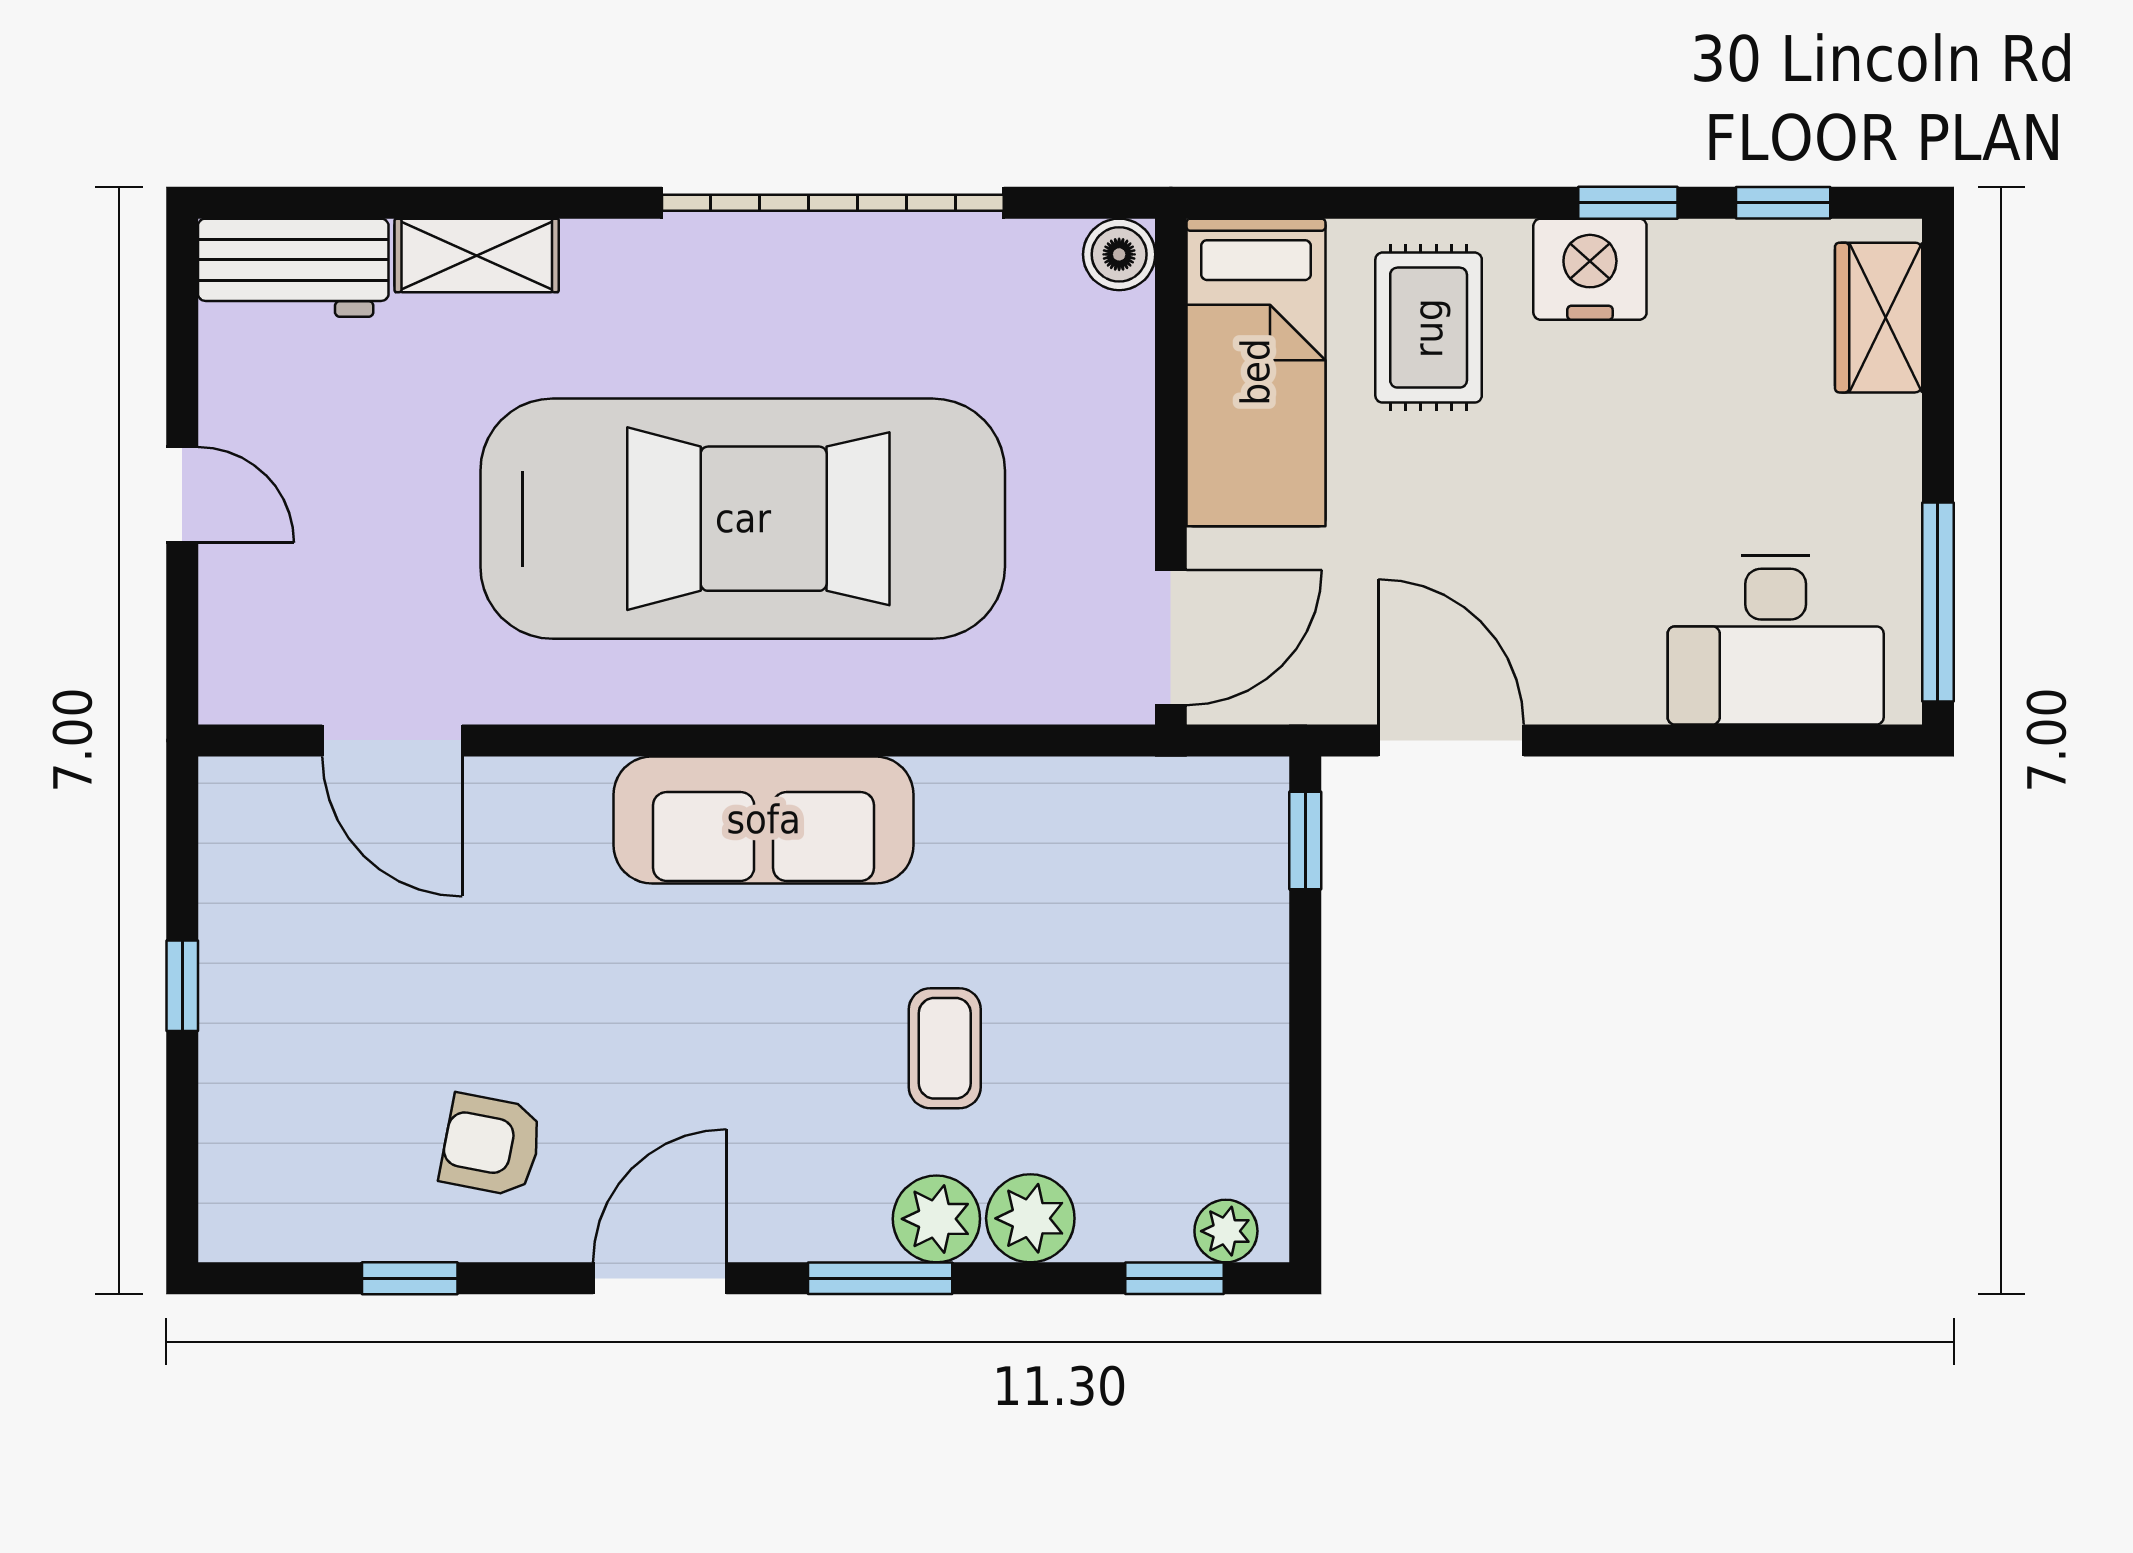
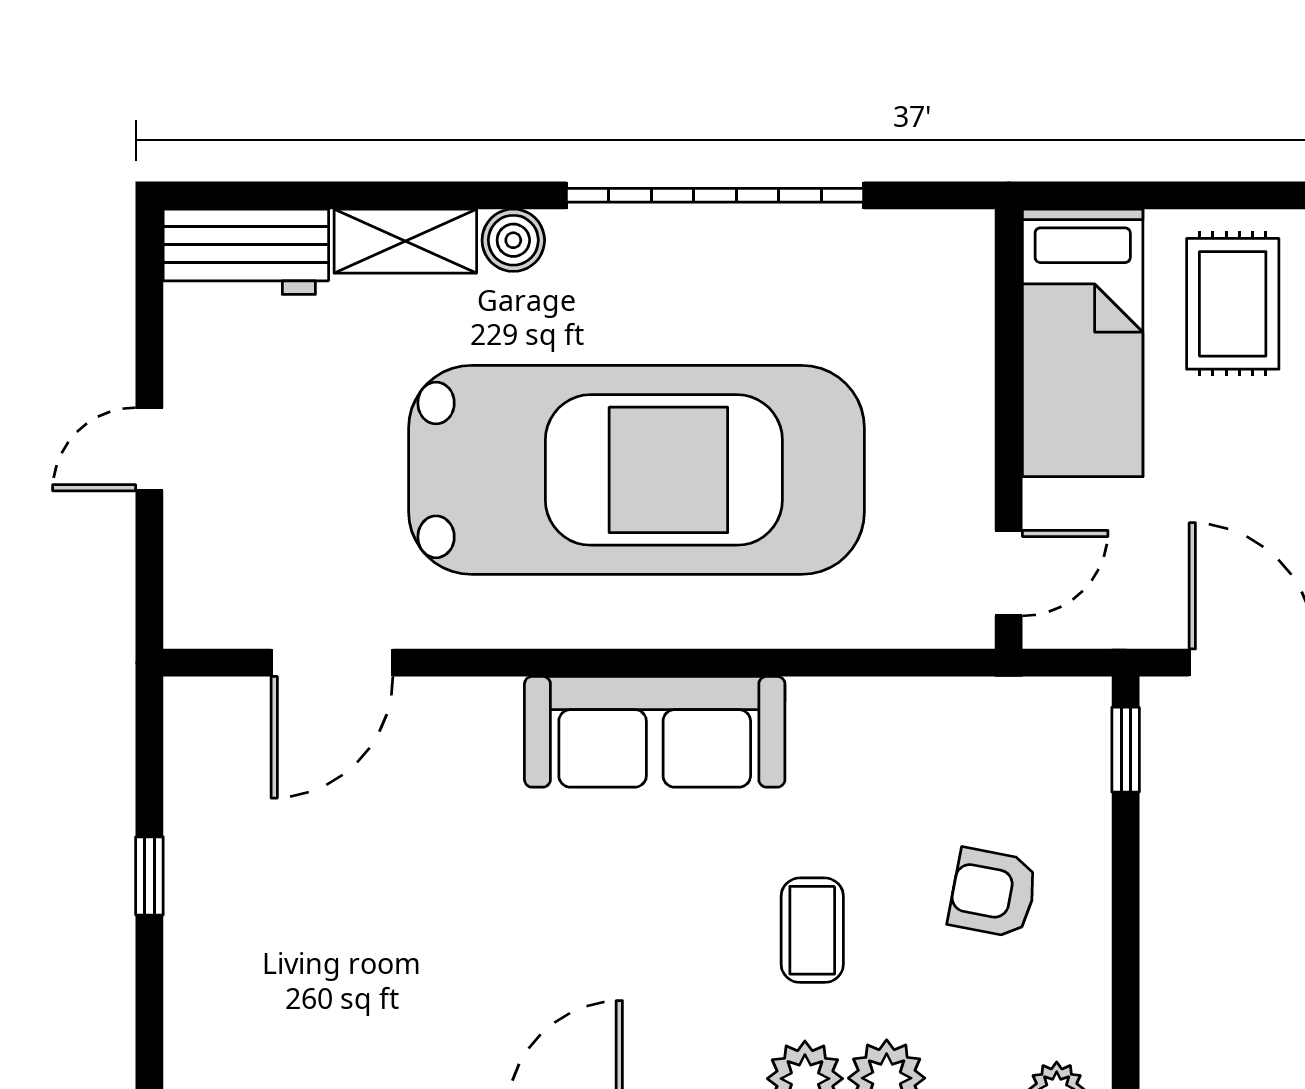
boiler: (1119, 254) -> (513, 240), moved
door: (182, 495) -> (149, 449), swing flipped
door: (1171, 637) -> (1009, 573), width x0.73
door: (392, 740) -> (332, 663), hinge flipped
armchair: (491, 1145) -> (993, 893), moved

